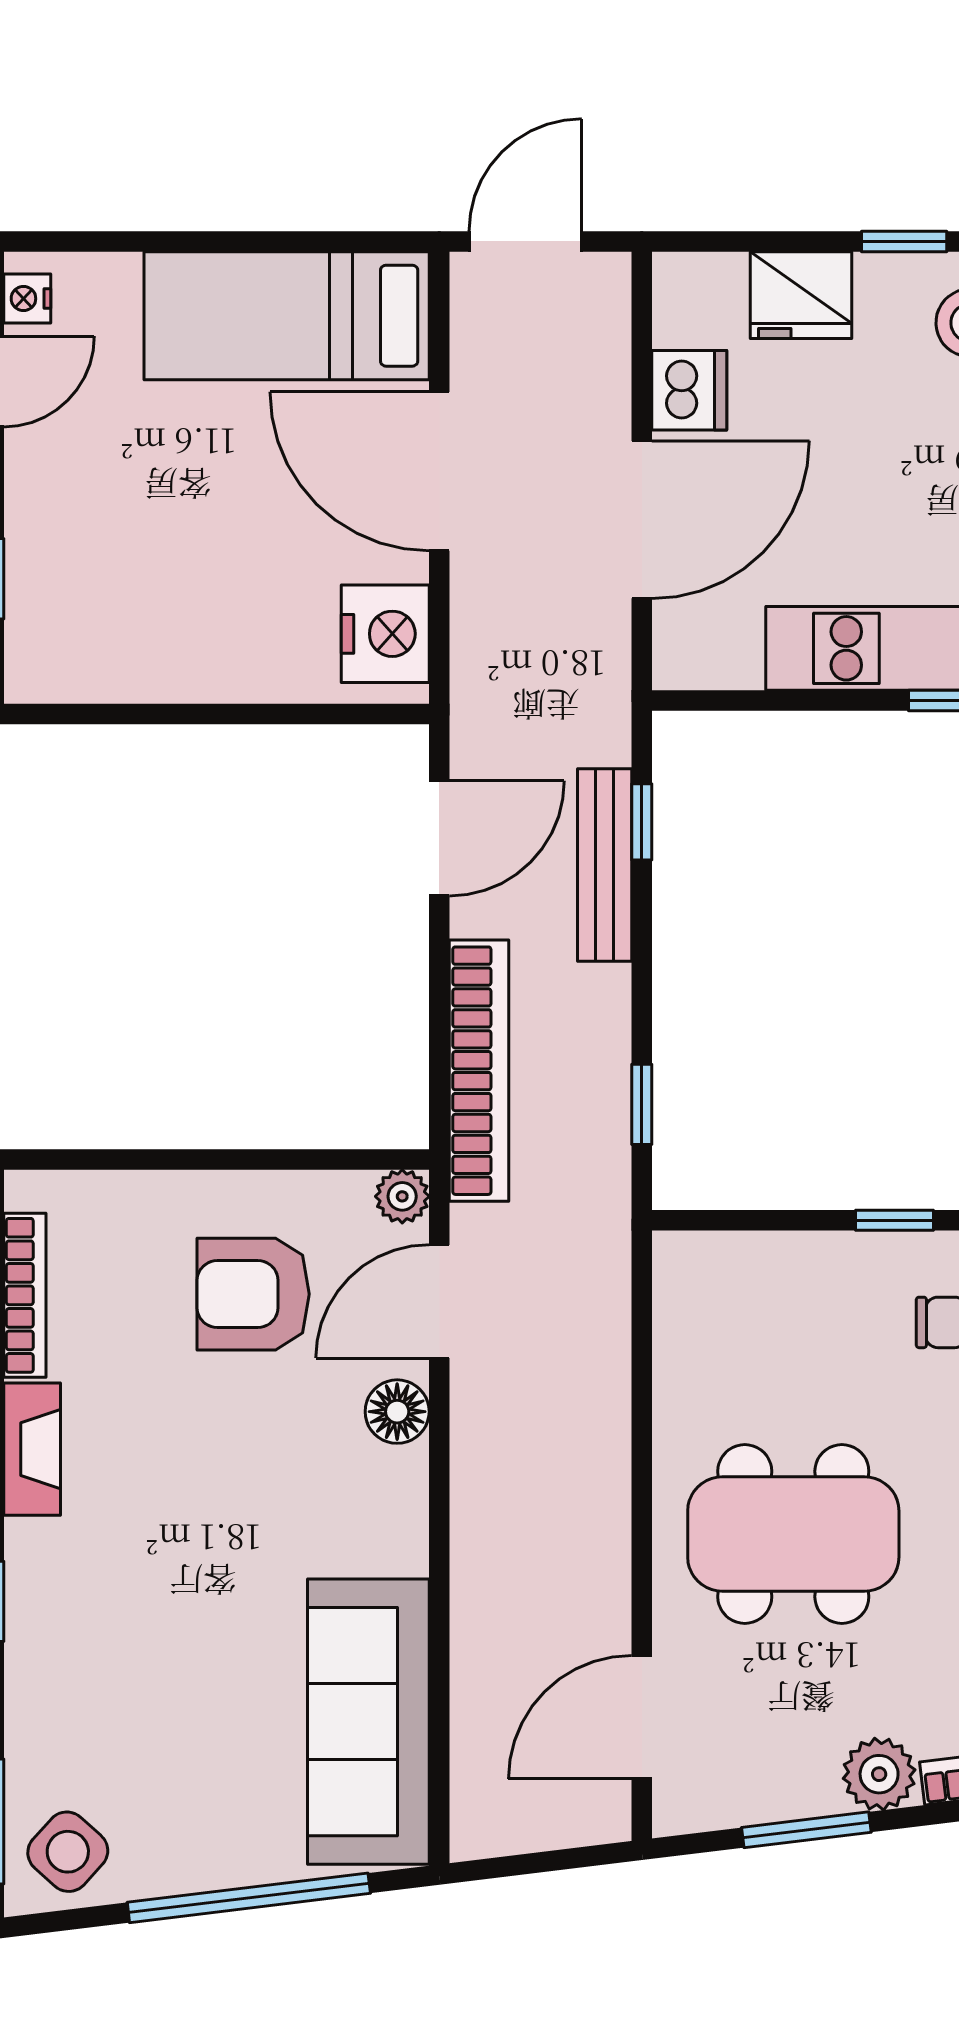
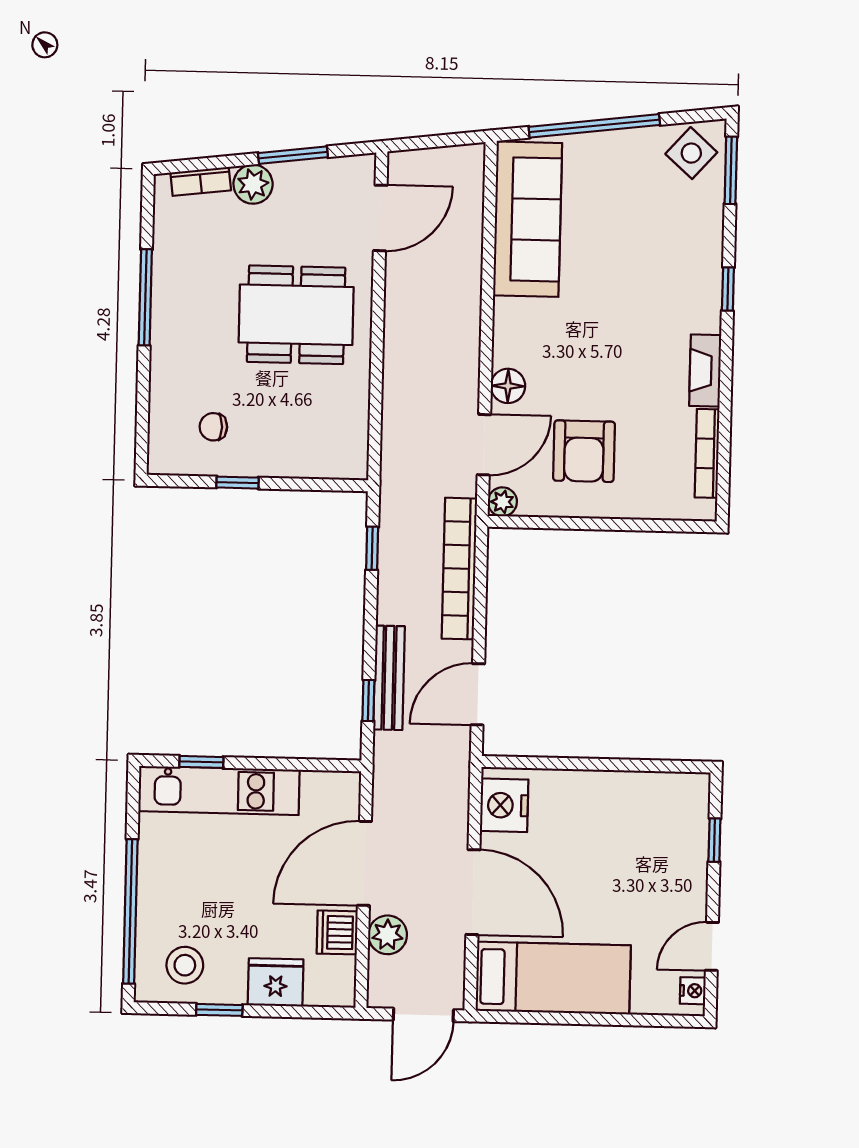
plant: (596, 388) -> (388, 935), added
armchair: (253, 1294) -> (584, 451), turned 90

